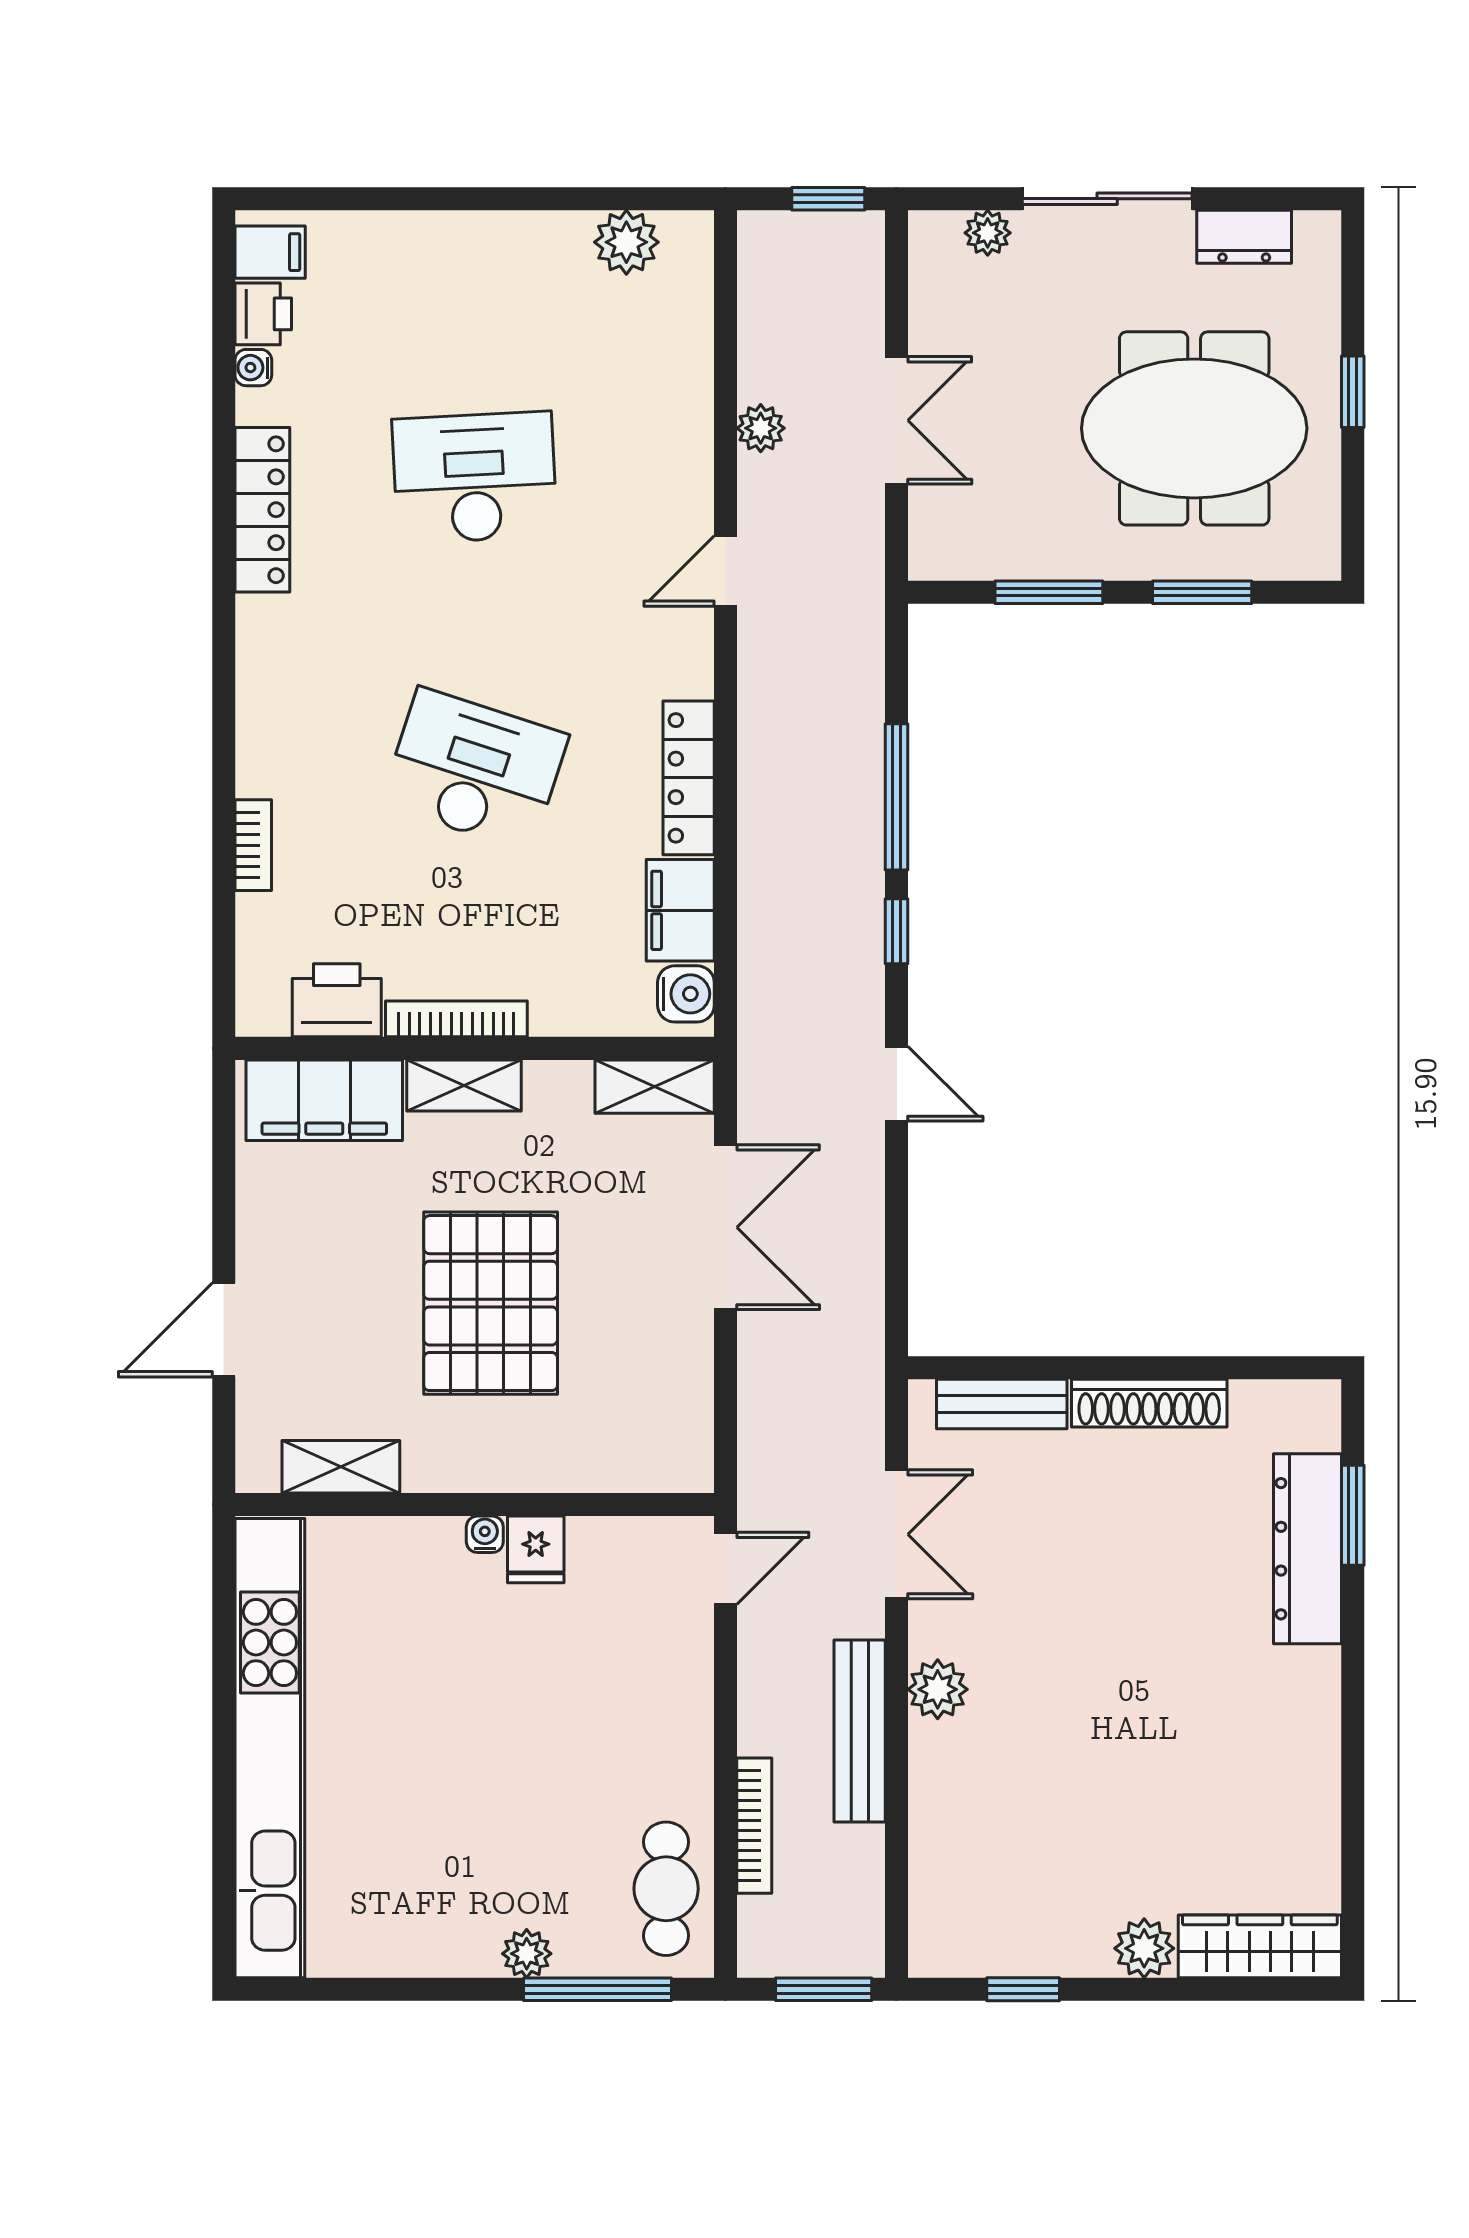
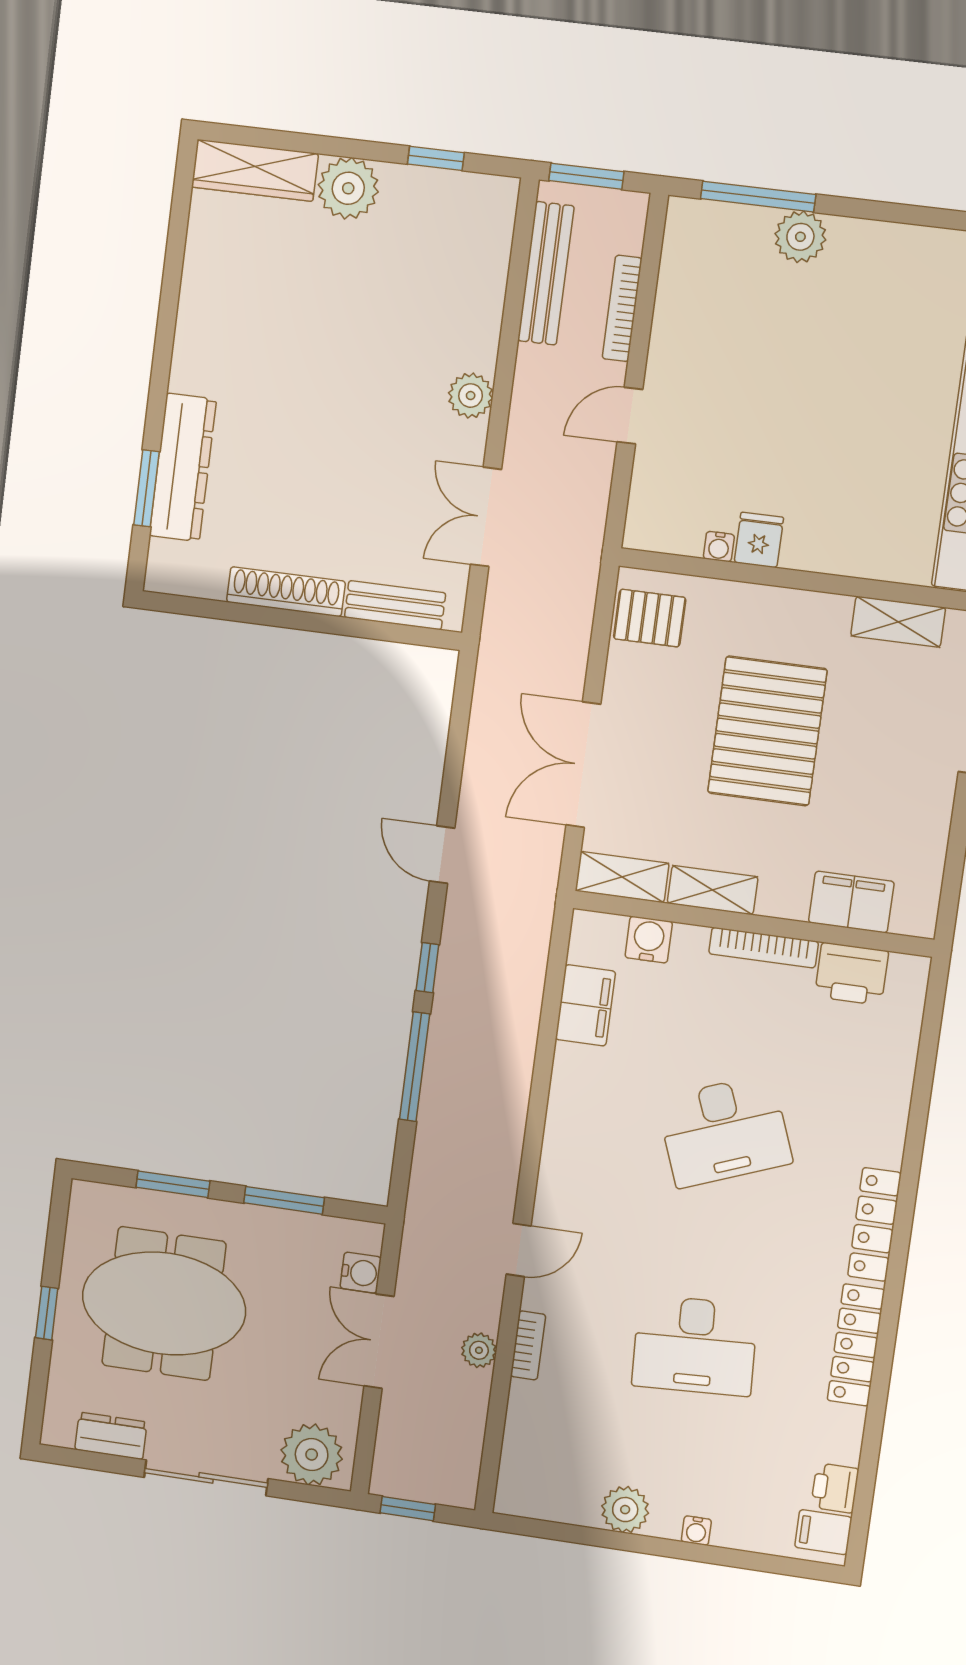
plant: (988, 233) -> (312, 1455), width x1.87, depth x1.87
plant: (626, 242) -> (625, 1510), moved
water cooler: (253, 368) -> (696, 1531), moved, turned 90
water cooler: (933, 510) -> (361, 1273), added
desk: (475, 770) -> (724, 1131), turned -39
locker: (689, 778) -> (874, 1224), moved, turned 180
bookcase: (253, 845) -> (528, 1345), moved, turned 180
water cooler: (686, 994) -> (649, 940), moved, turned 90
shelving: (464, 1086) -> (713, 890), moved
filing cabinet: (324, 1100) -> (851, 902), width x0.67, depth x0.86
pallet: (664, 1430) -> (650, 618), added
water cooler: (485, 1534) -> (719, 547), moved
door: (726, 1568) -> (630, 416), moved
bench: (860, 1731) -> (546, 273), moved
cafe table: (666, 1889) -> (695, 268), removed
plant: (1144, 1948) -> (348, 188), width x1.36, depth x1.36
plant: (527, 1954) -> (800, 237), width x1.38, depth x1.38

